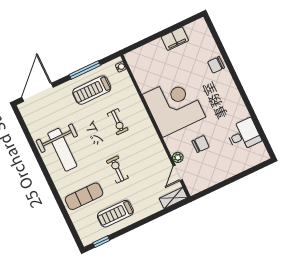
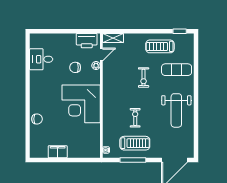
exercise bike: (118, 122) -> (135, 118), moved
weight bench: (62, 150) -> (176, 110), turned 180
printer: (202, 181) -> (87, 41), added
treadmill: (115, 214) -> (160, 46), turned 180

